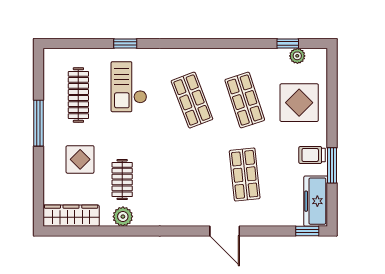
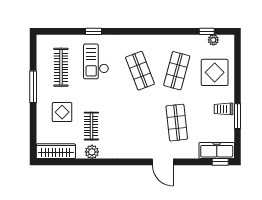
shop shelf: (245, 100) -> (177, 71), turned 33
freezer: (316, 201) -> (217, 151), moved, turned 90

